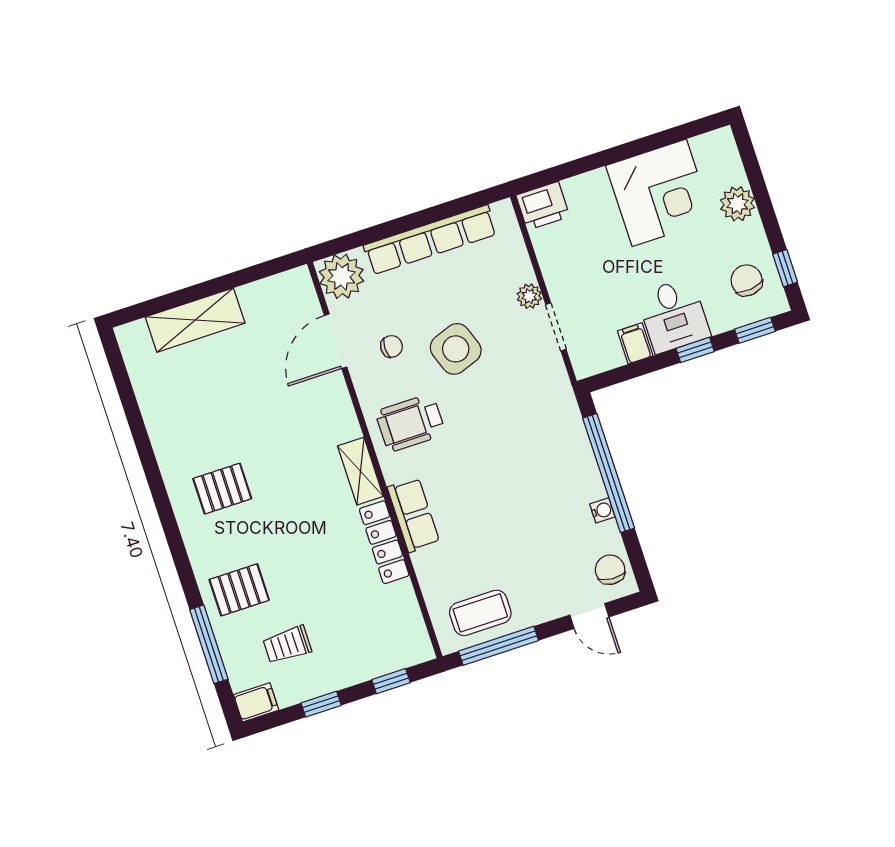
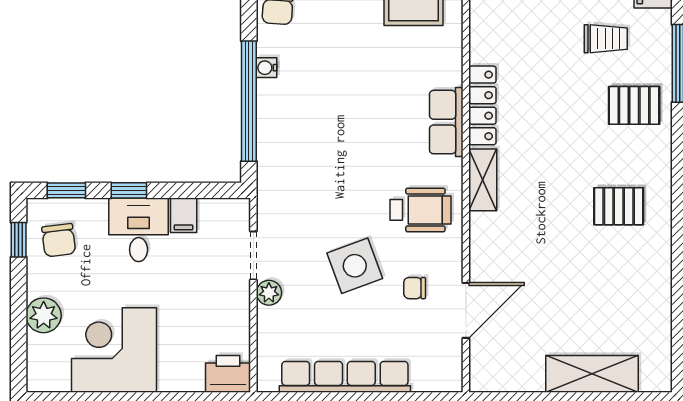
plant: (341, 276) -> (440, 370), removed

